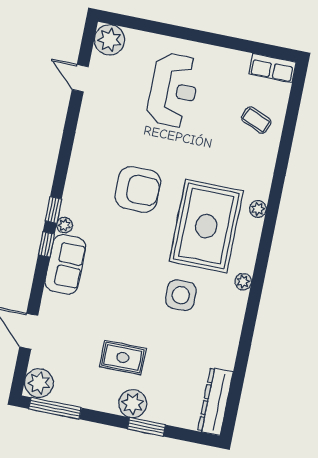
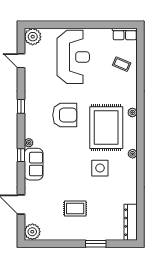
reception desk: (173, 90) -> (73, 57), width x1.36, depth x1.30
window: (53, 210) -> (21, 106), moved
plant: (133, 404) -> (86, 233), removed
window: (55, 408) -> (44, 244), removed

